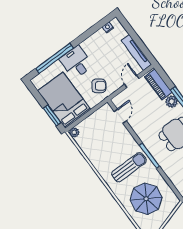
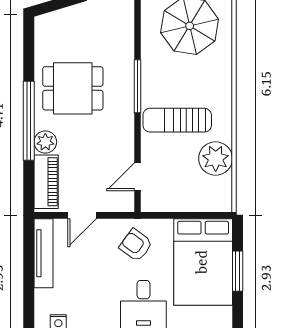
window: (52, 116) -> (238, 271), moved
plant: (74, 132) -> (216, 159), moved, width x1.87, depth x1.87
sun lounger: (129, 167) -> (177, 120), moved

